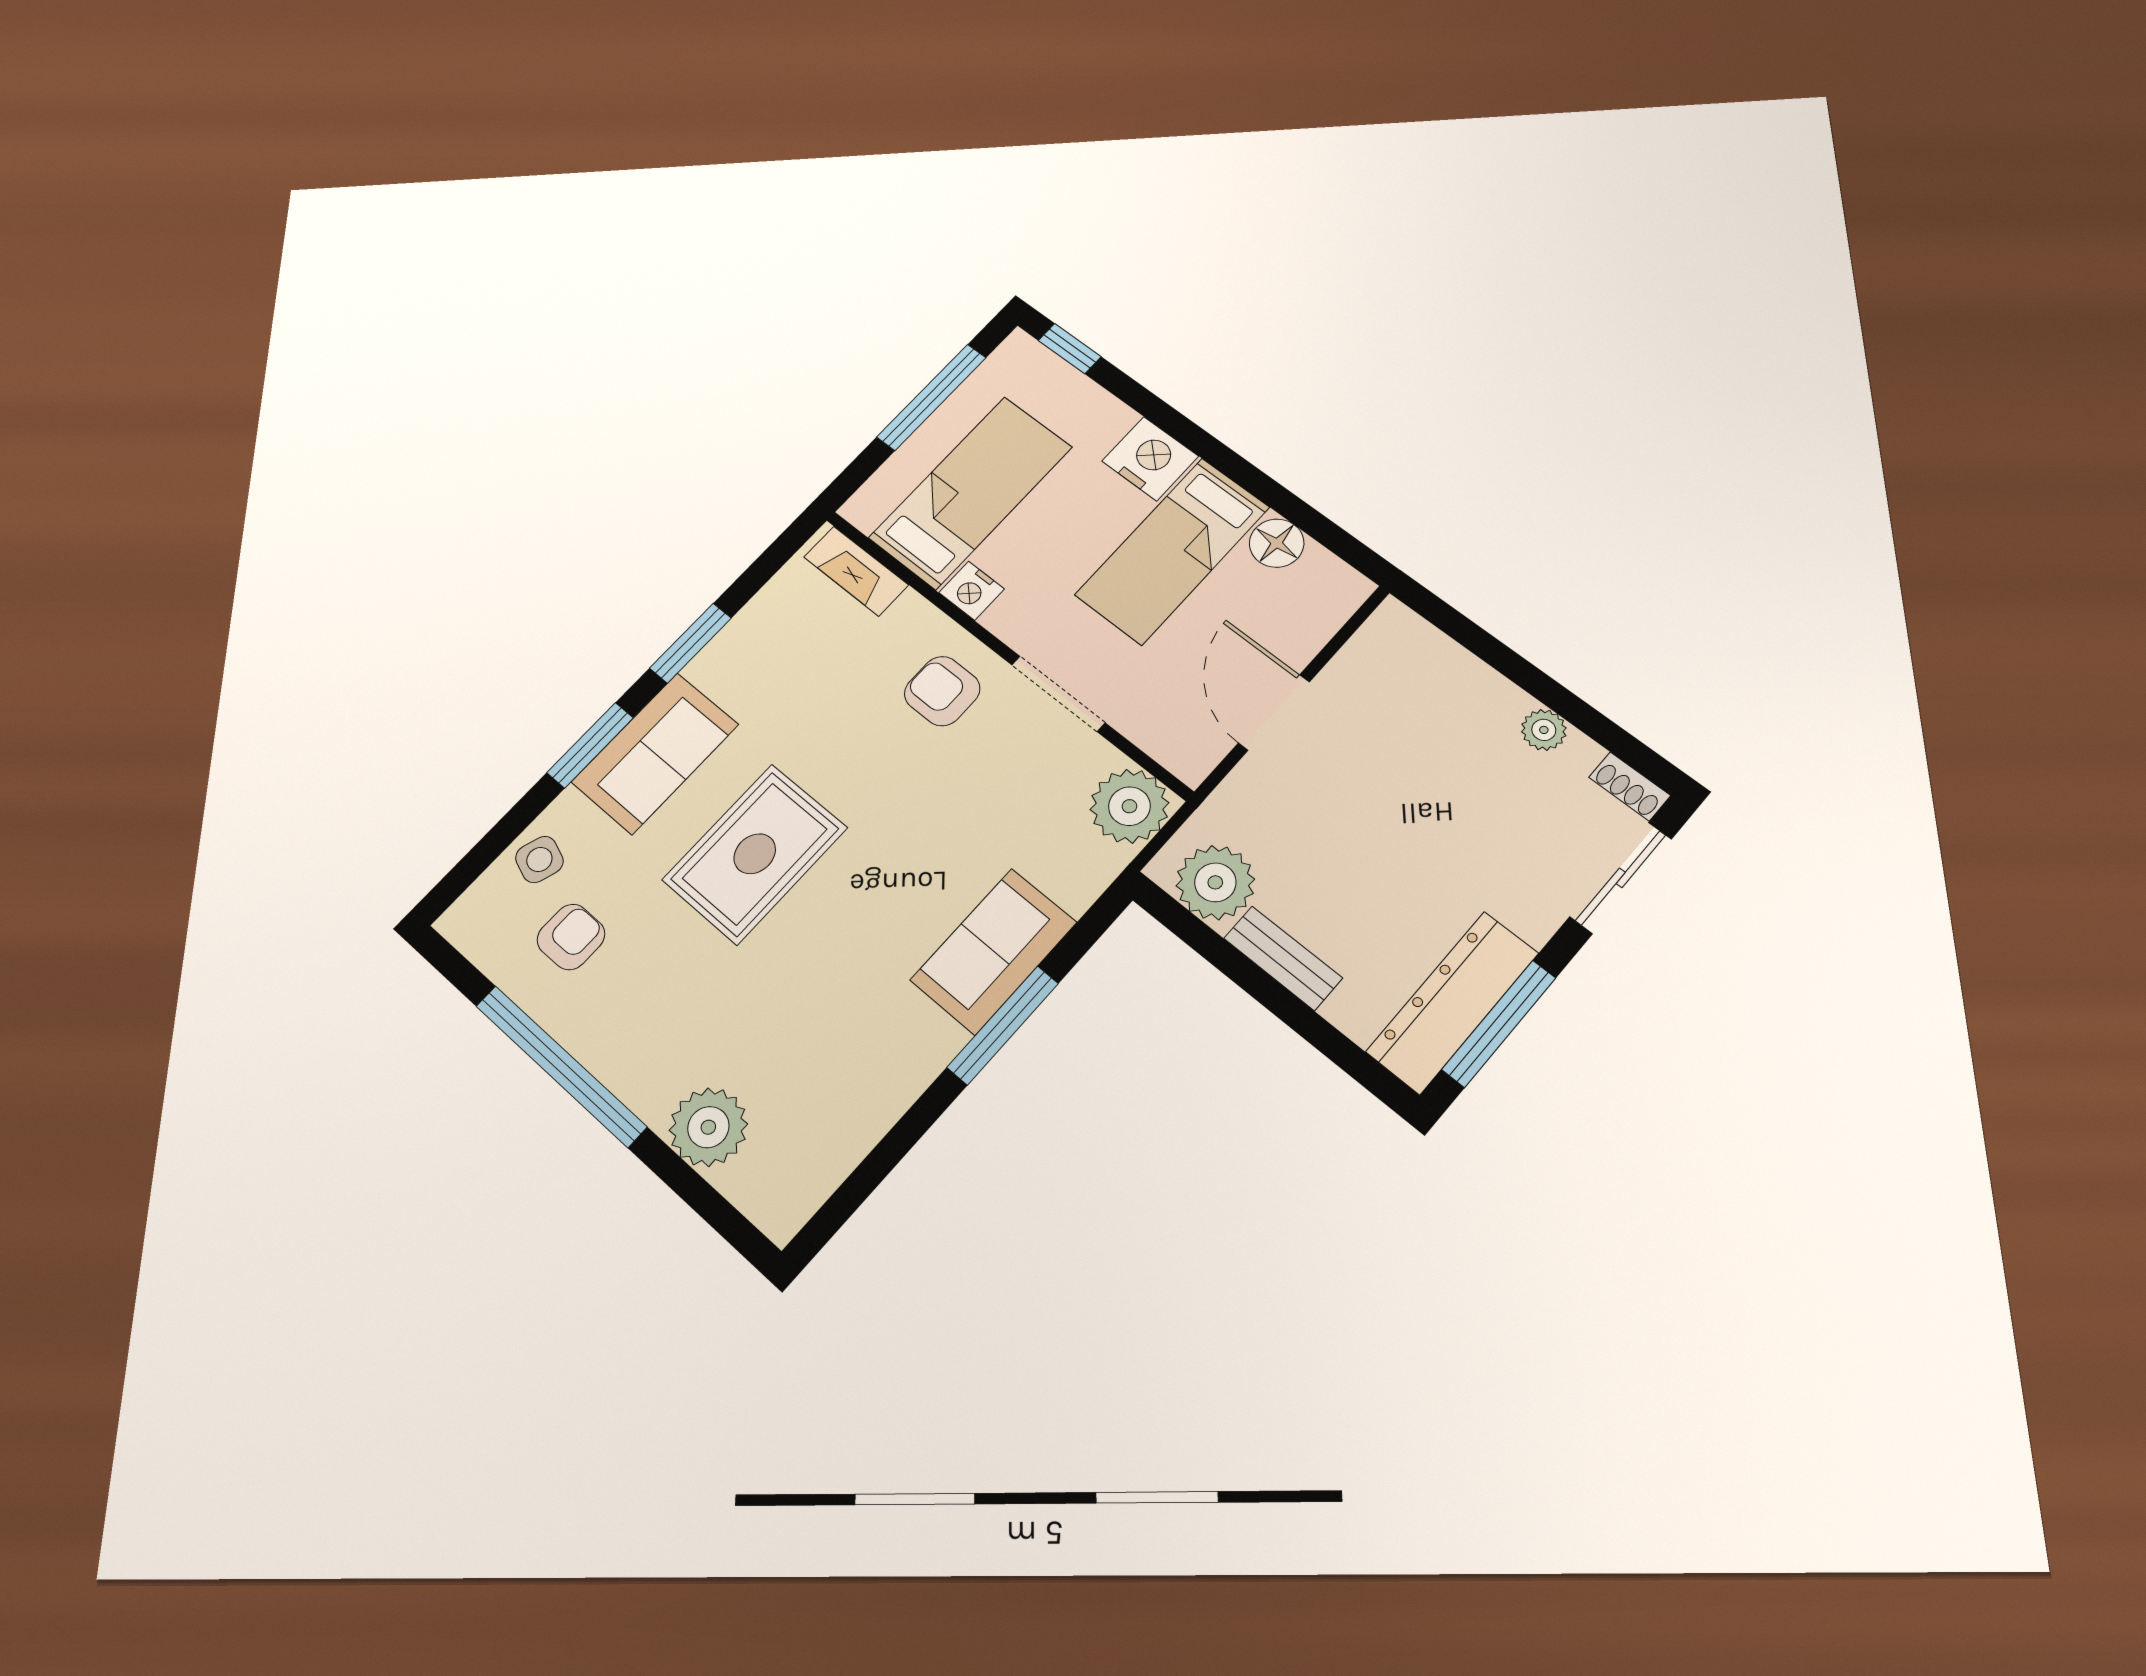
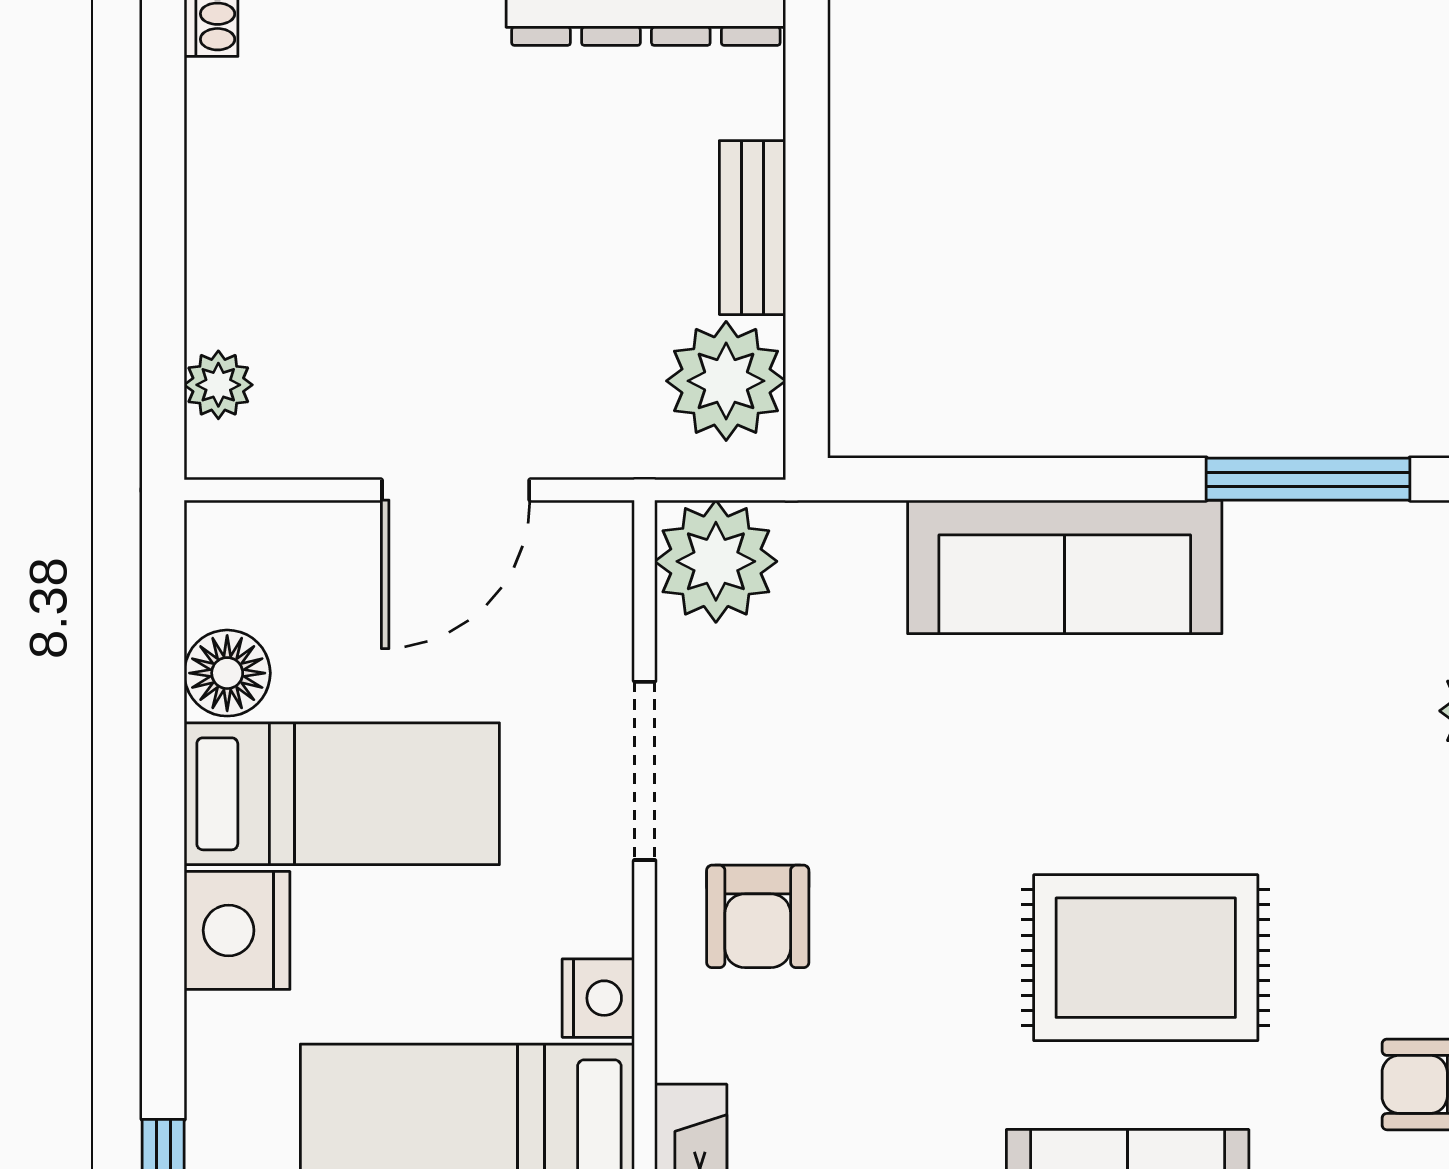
plant: (1544, 730) -> (218, 385), moved
sofa: (994, 951) -> (1065, 567), width x1.36
window: (1003, 1025) -> (1308, 479), moved

